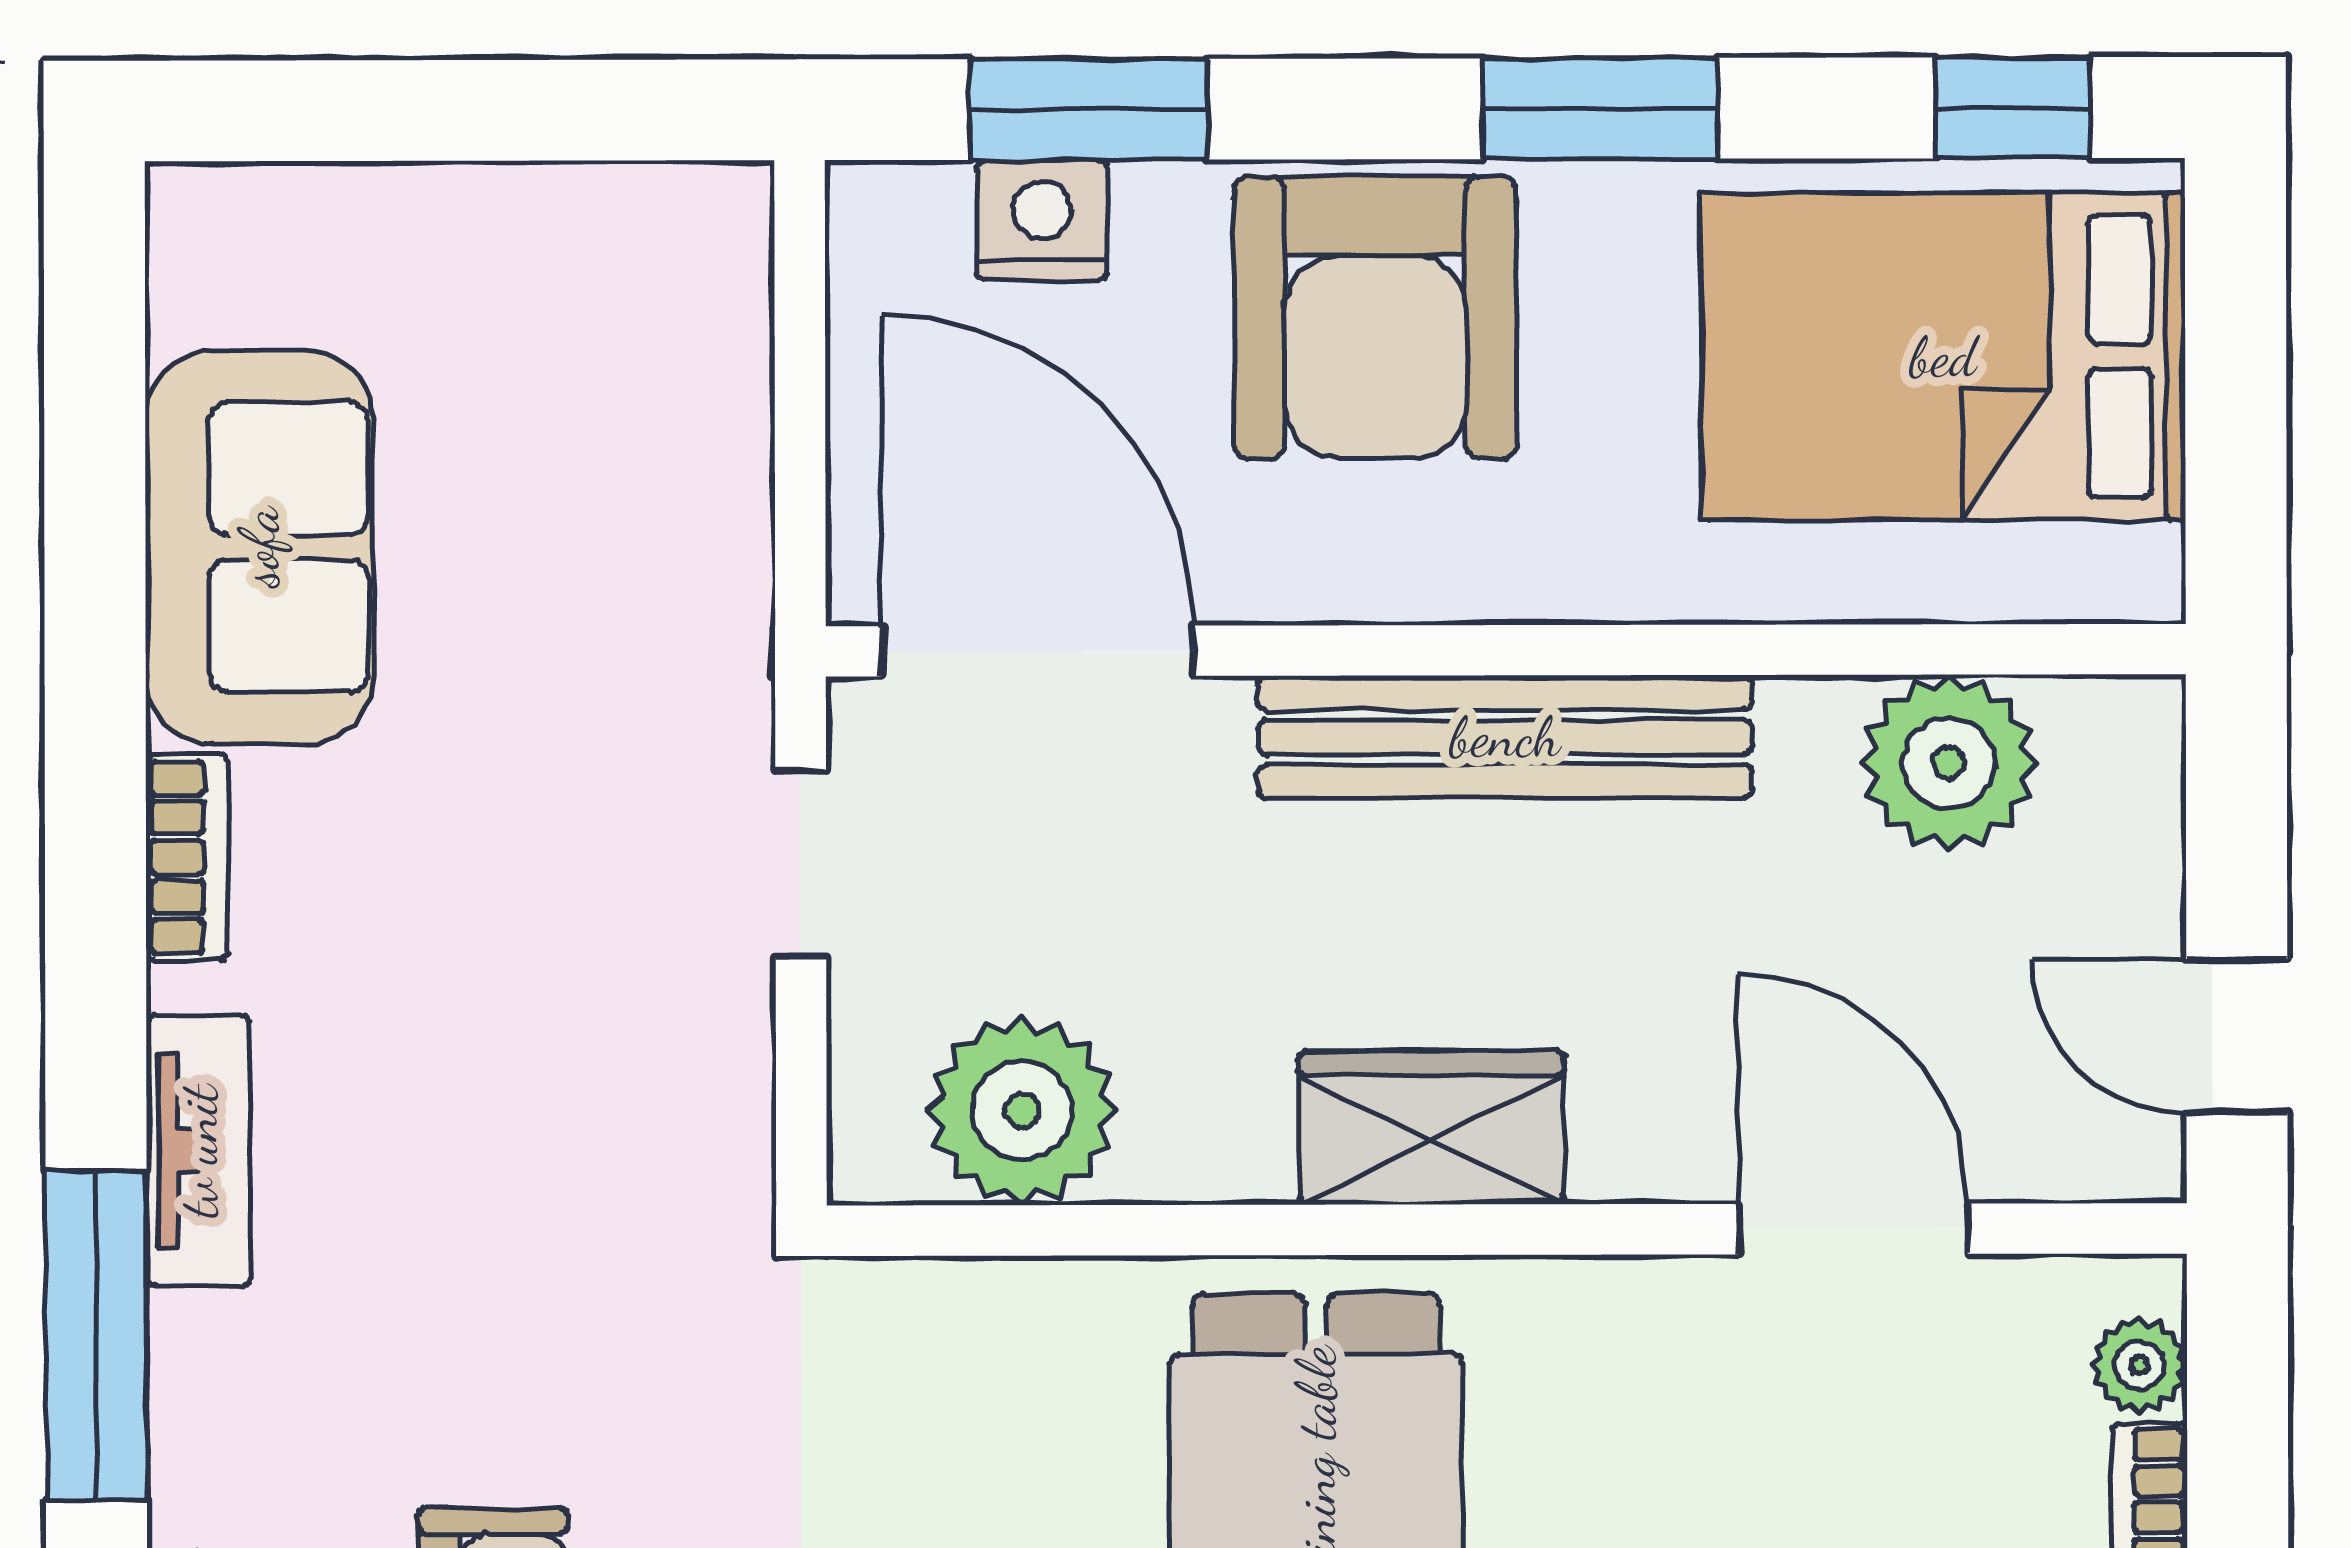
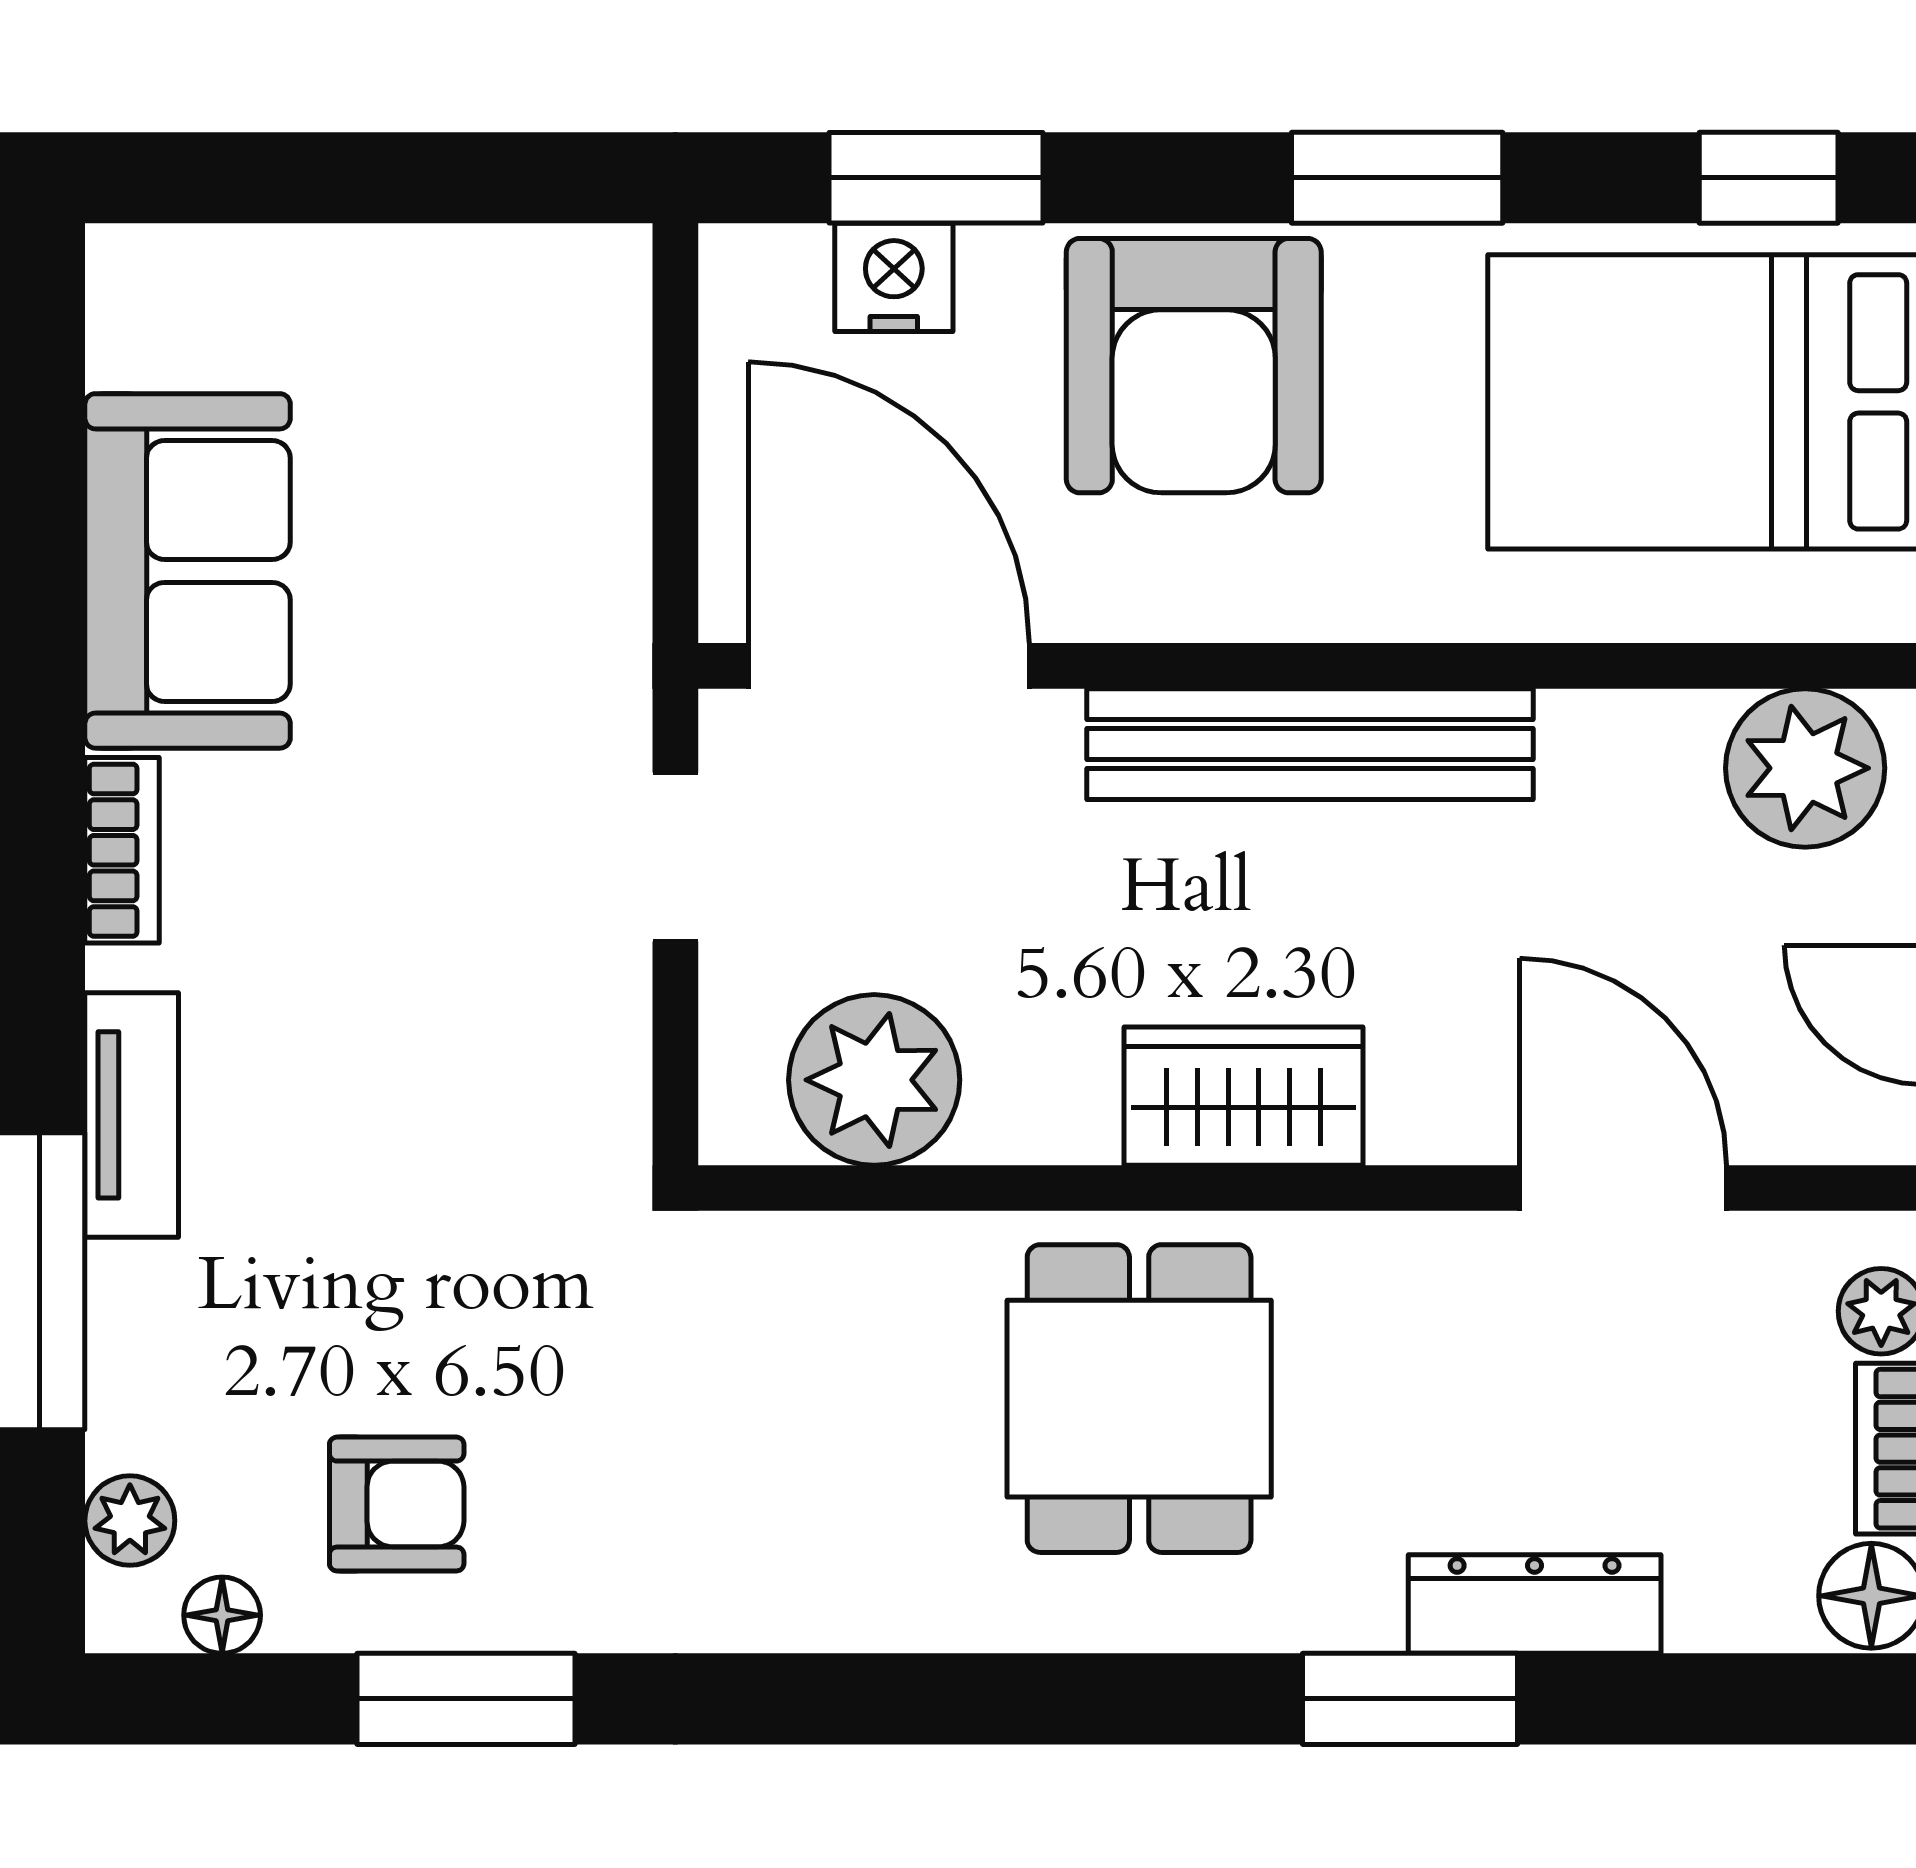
plant: (1949, 763) -> (1805, 768), moved

